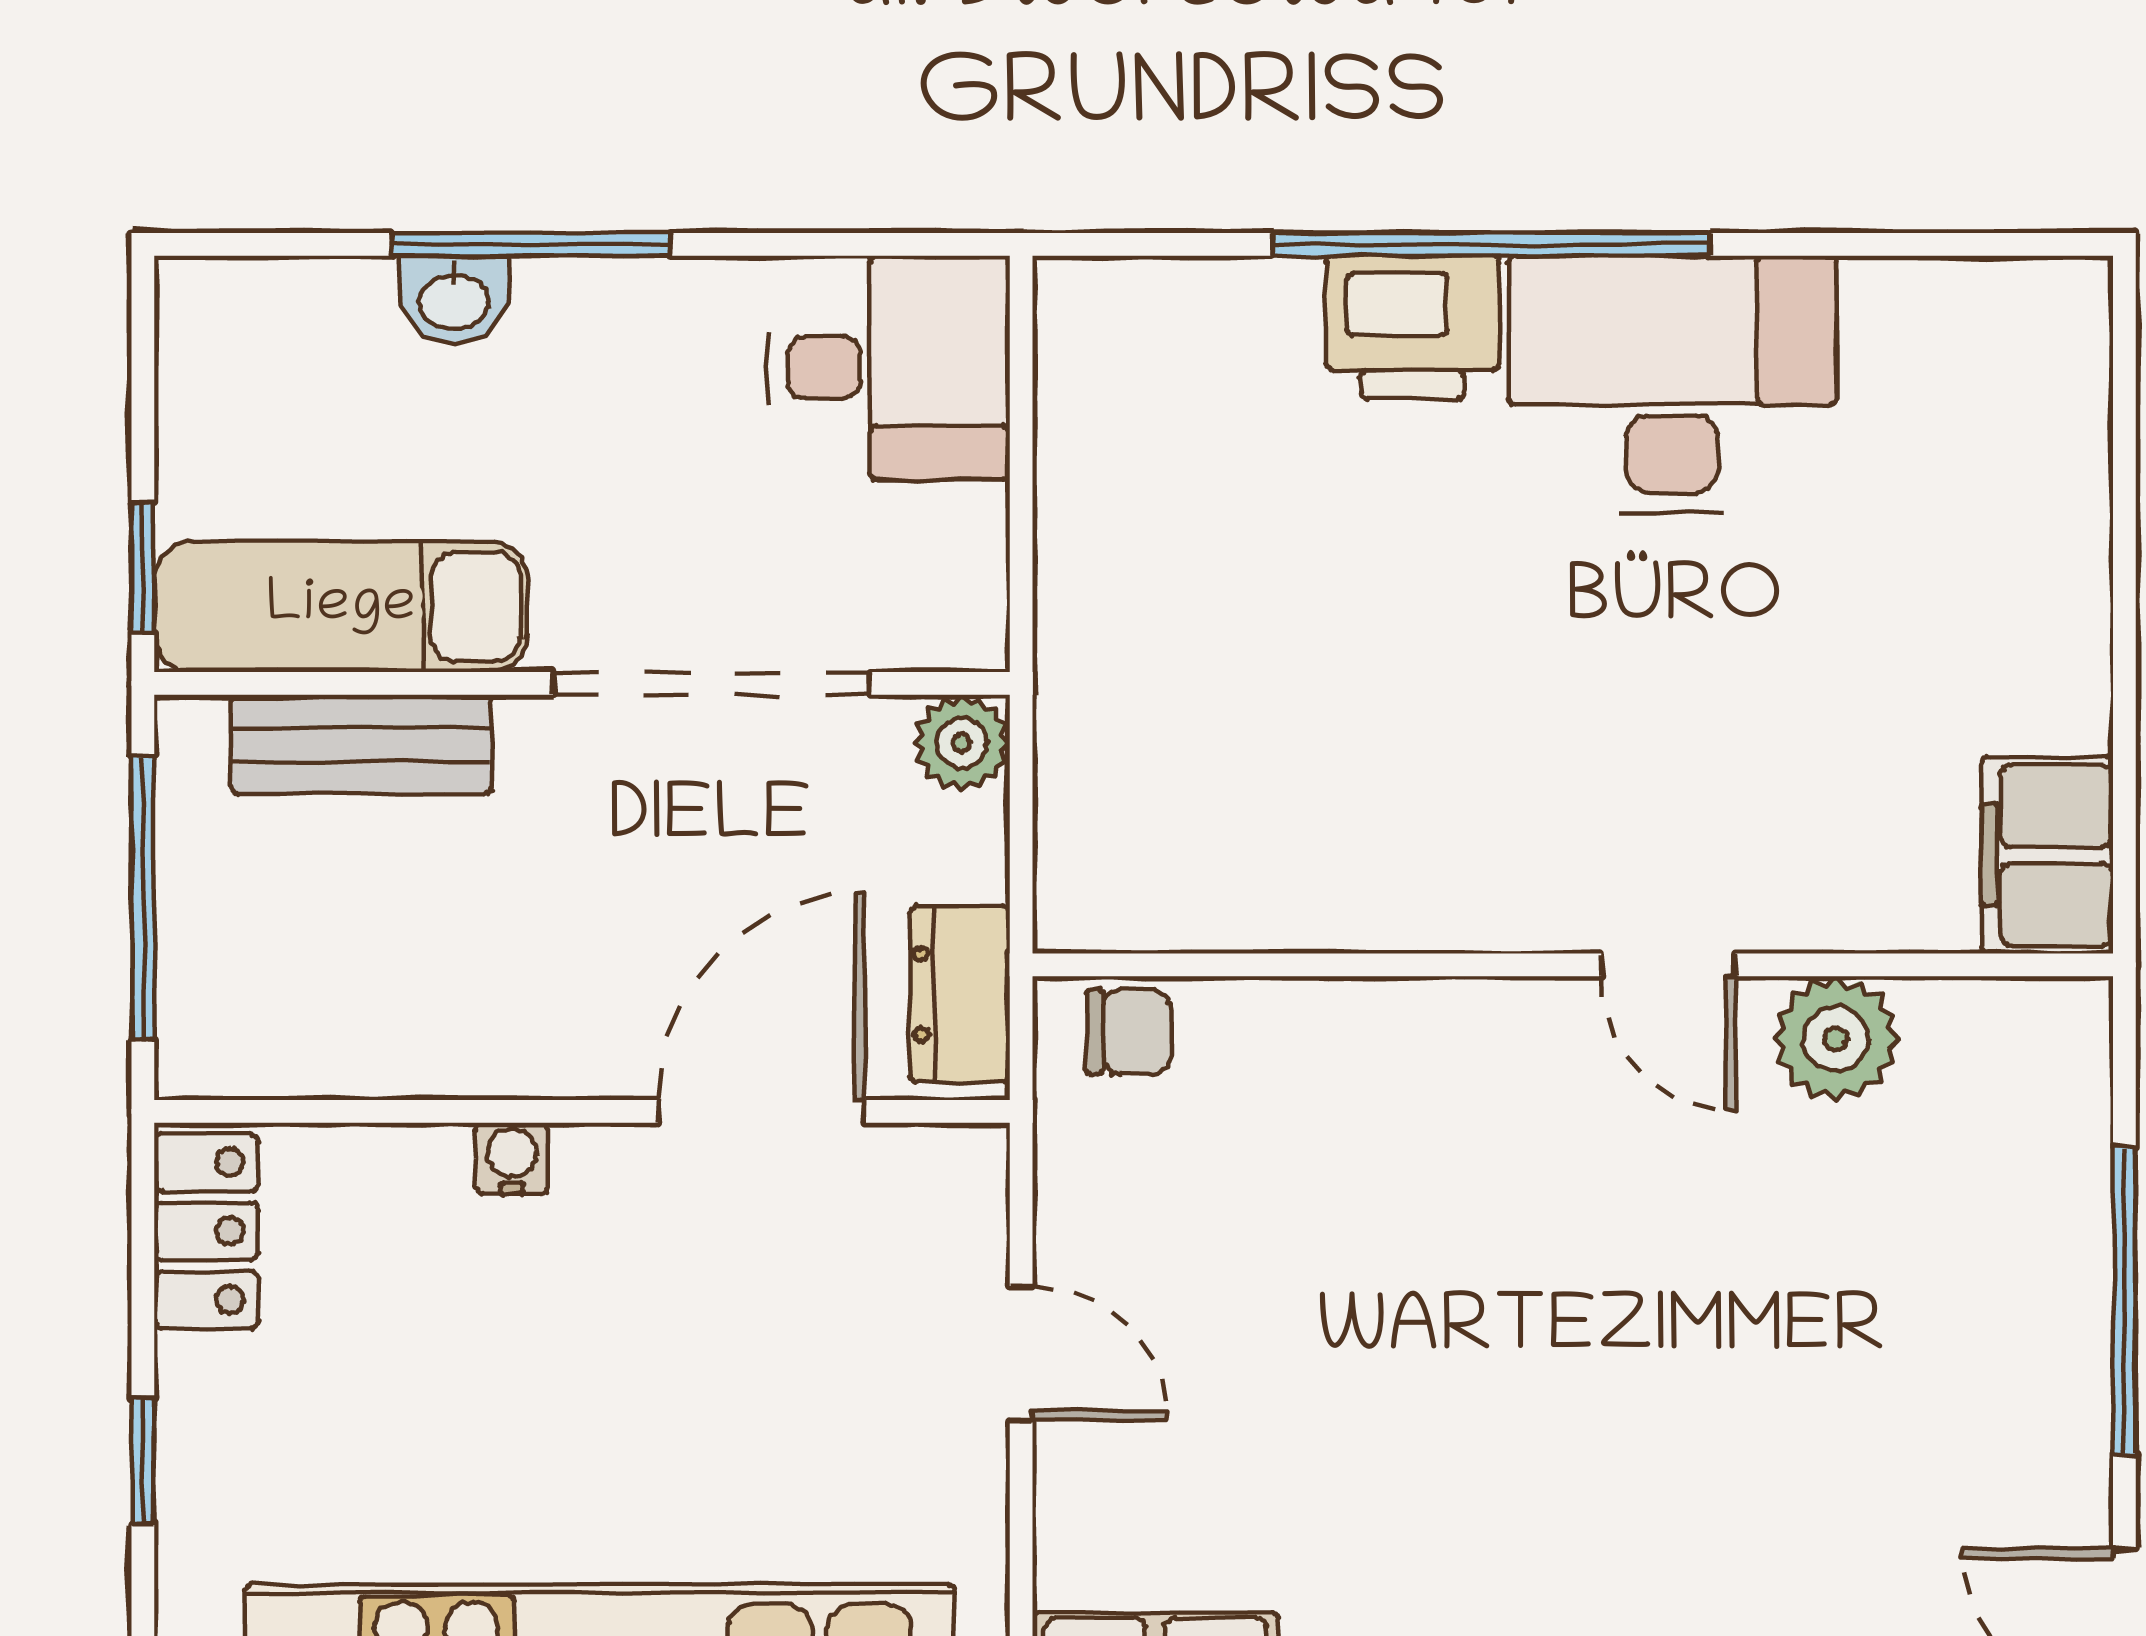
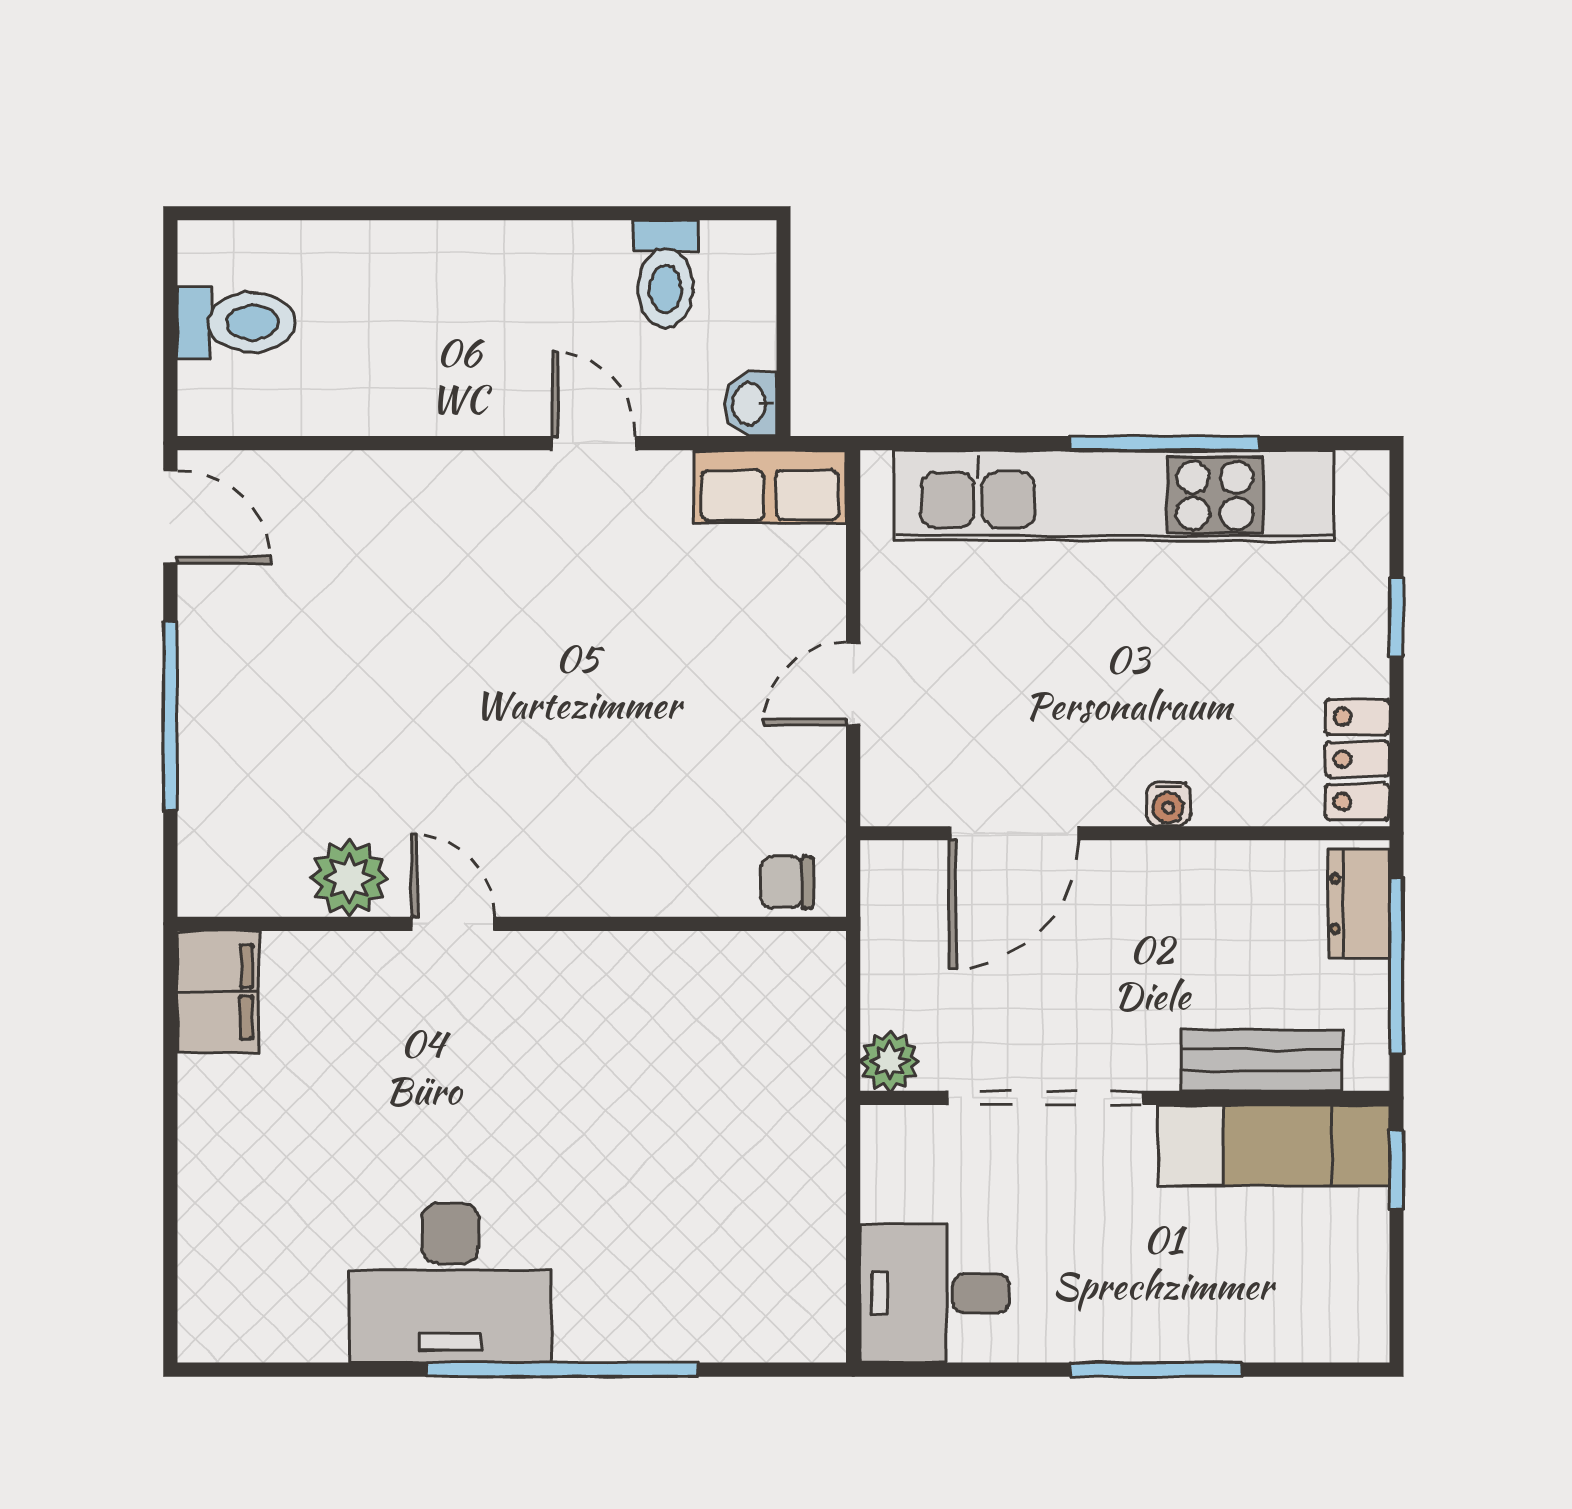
washbasin: (454, 300) -> (1204, 1335), removed
printer: (1412, 327) -> (611, 1318), removed
dresser: (960, 994) -> (1359, 904), moved, turned 180
door: (1021, 1353) -> (853, 684), hinge flipped

